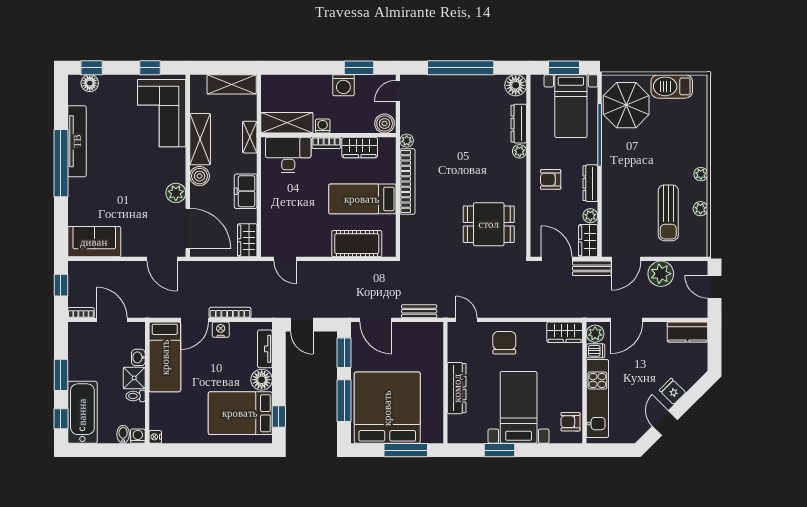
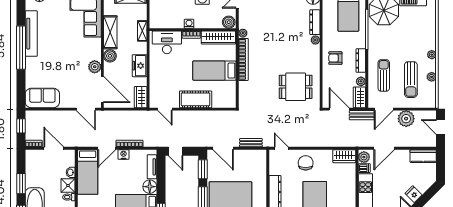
shelving: (287, 123) -> (166, 22), removed
wardrobe: (360, 148) -> (218, 38), width x1.50
sun lounger: (626, 207) -> (384, 75), added
cot: (357, 244) -> (196, 99), moved

